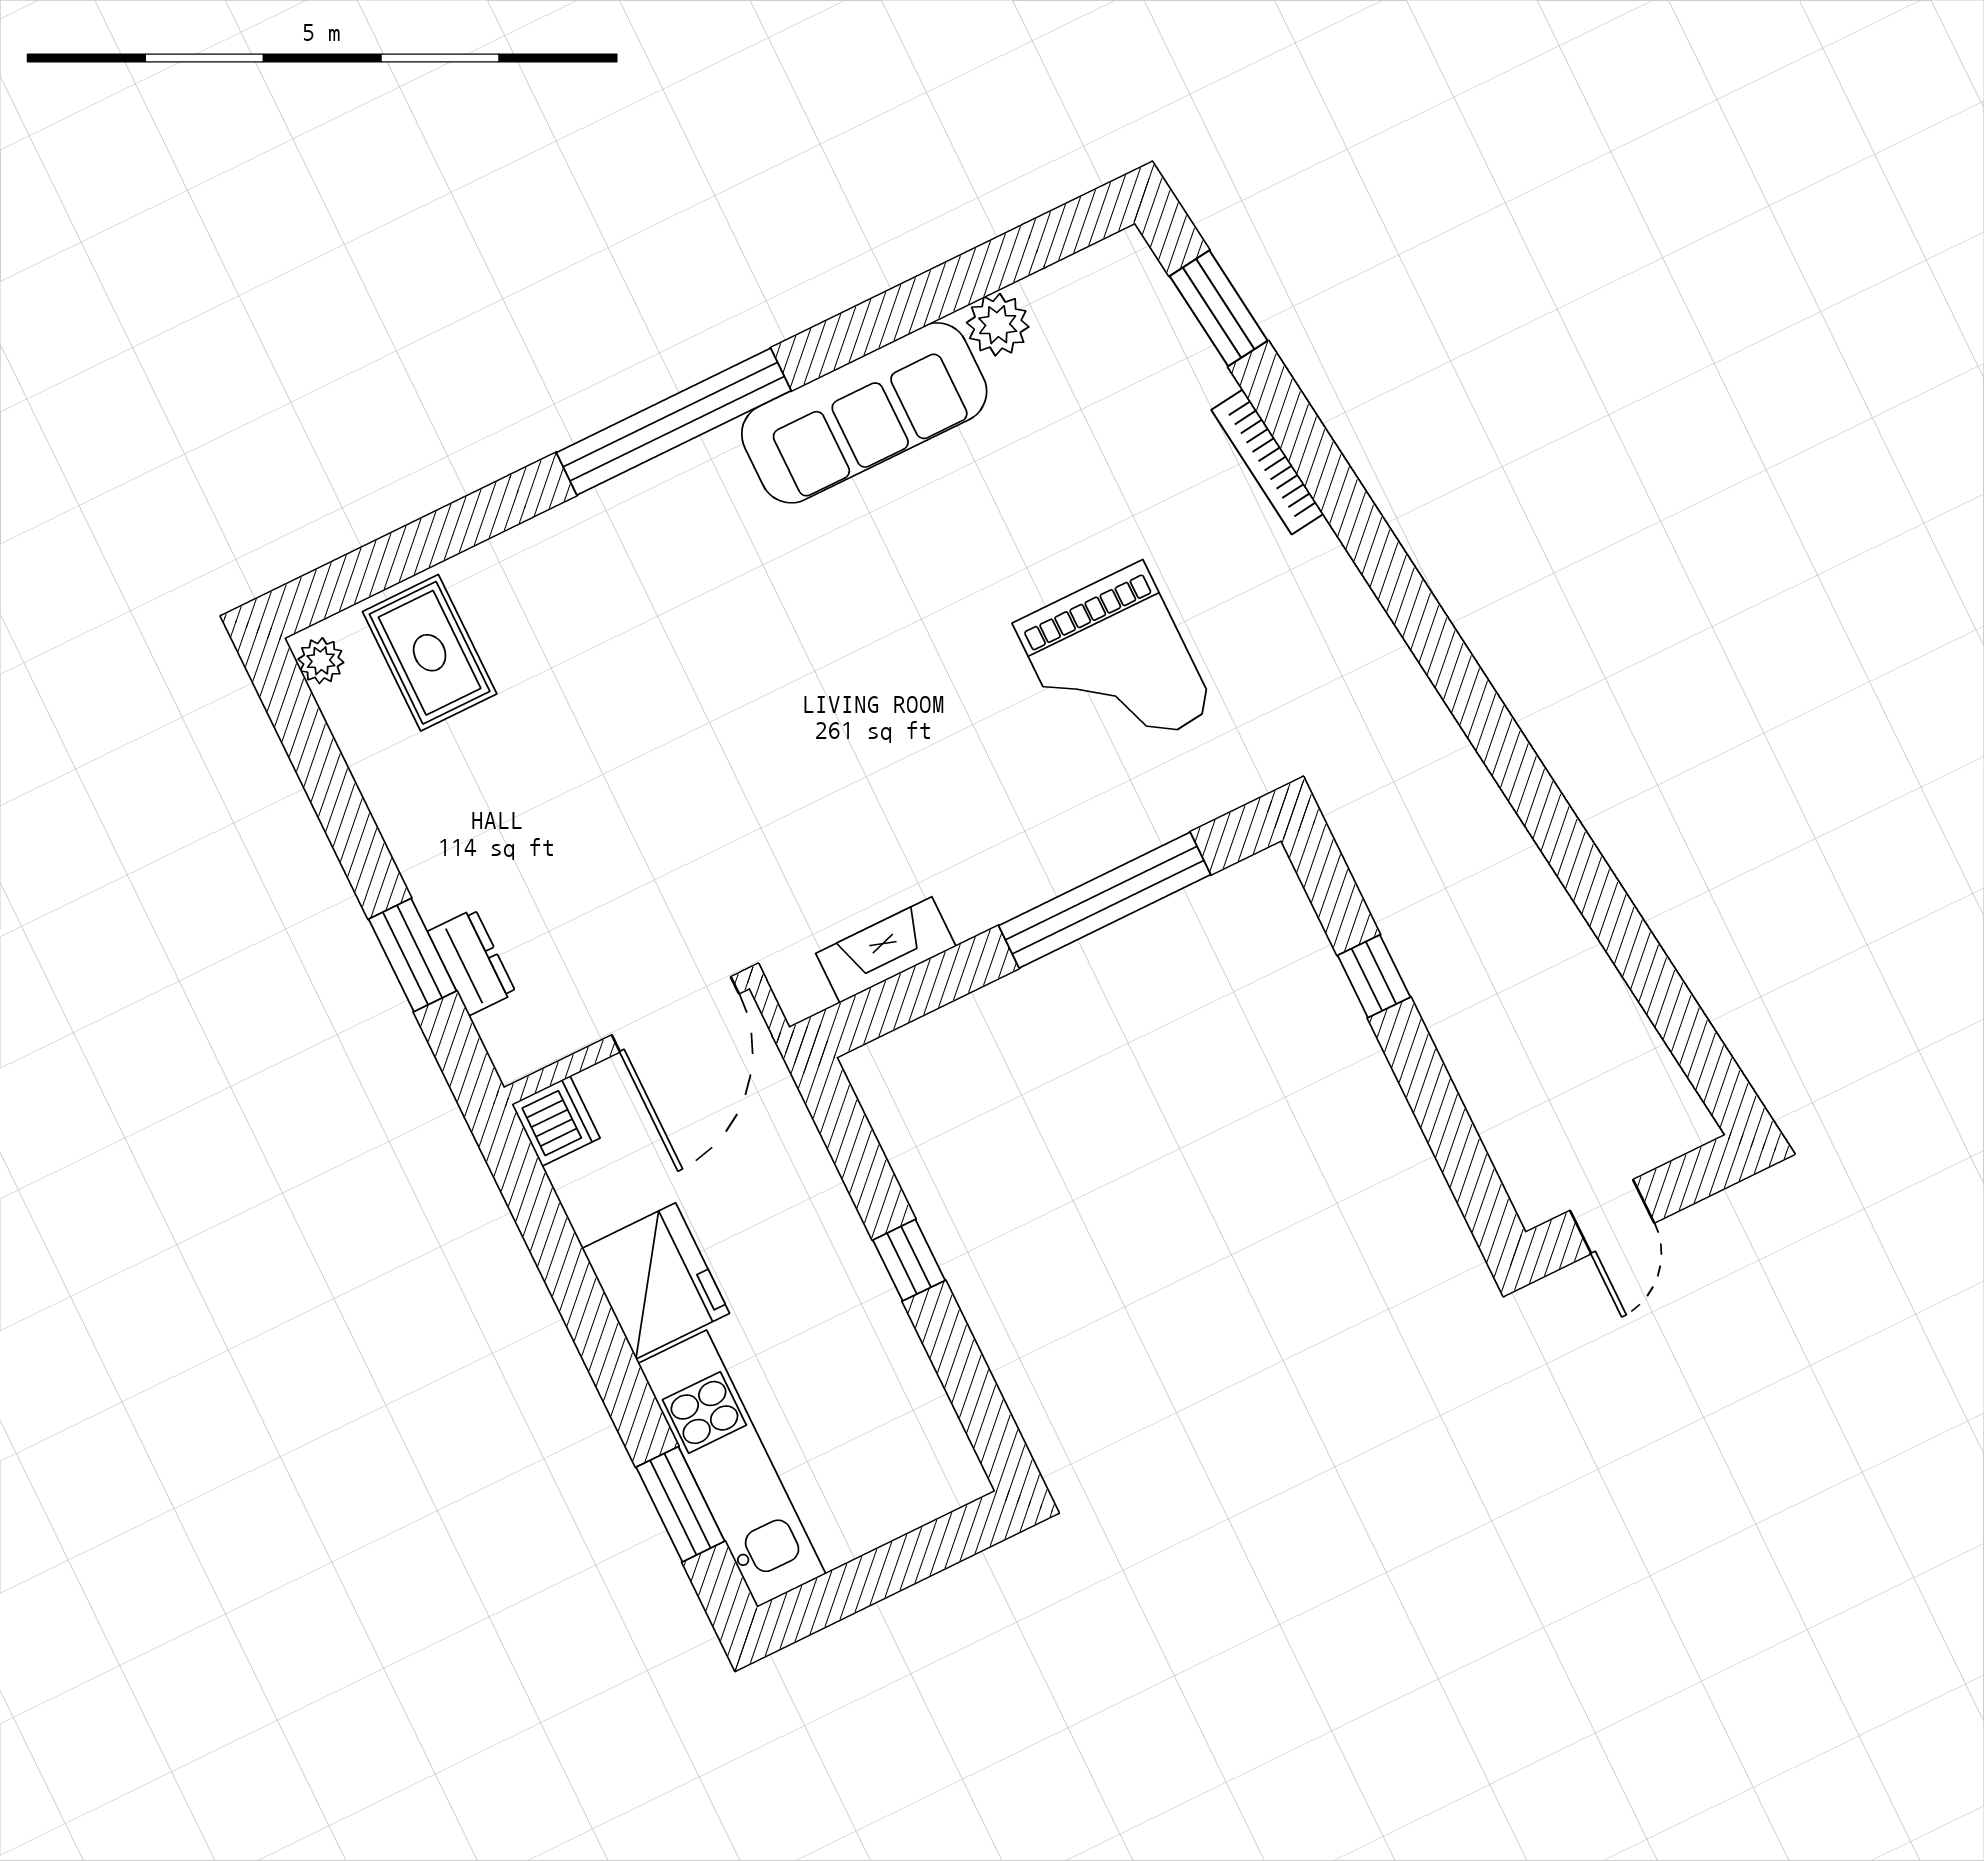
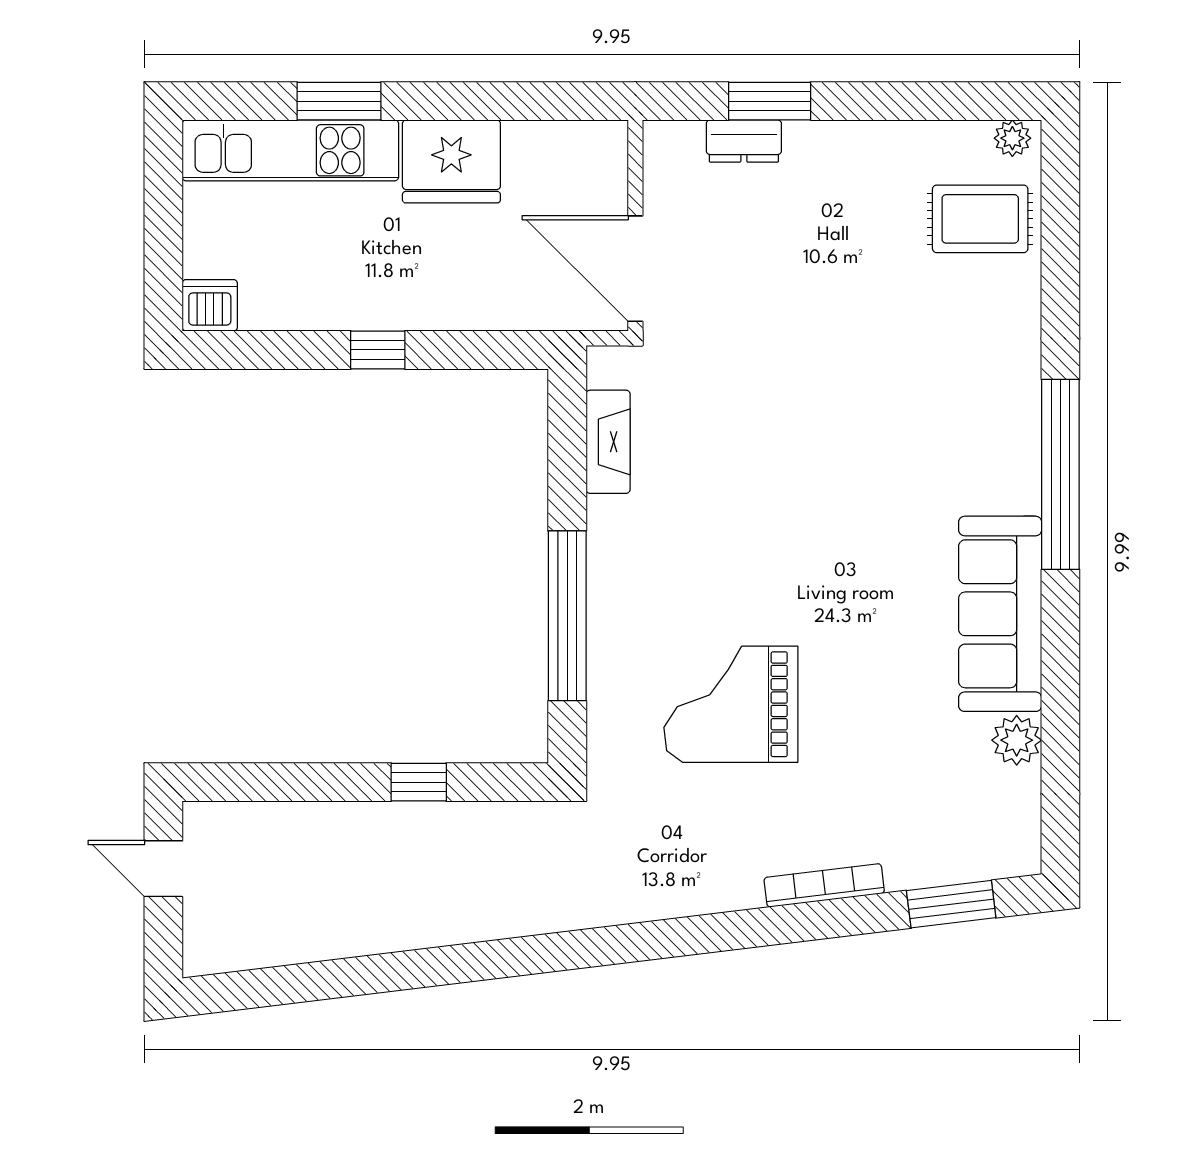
dishwasher: (556, 1121) -> (210, 305), moved, turned 180
window: (680, 1504) -> (339, 101), moved

